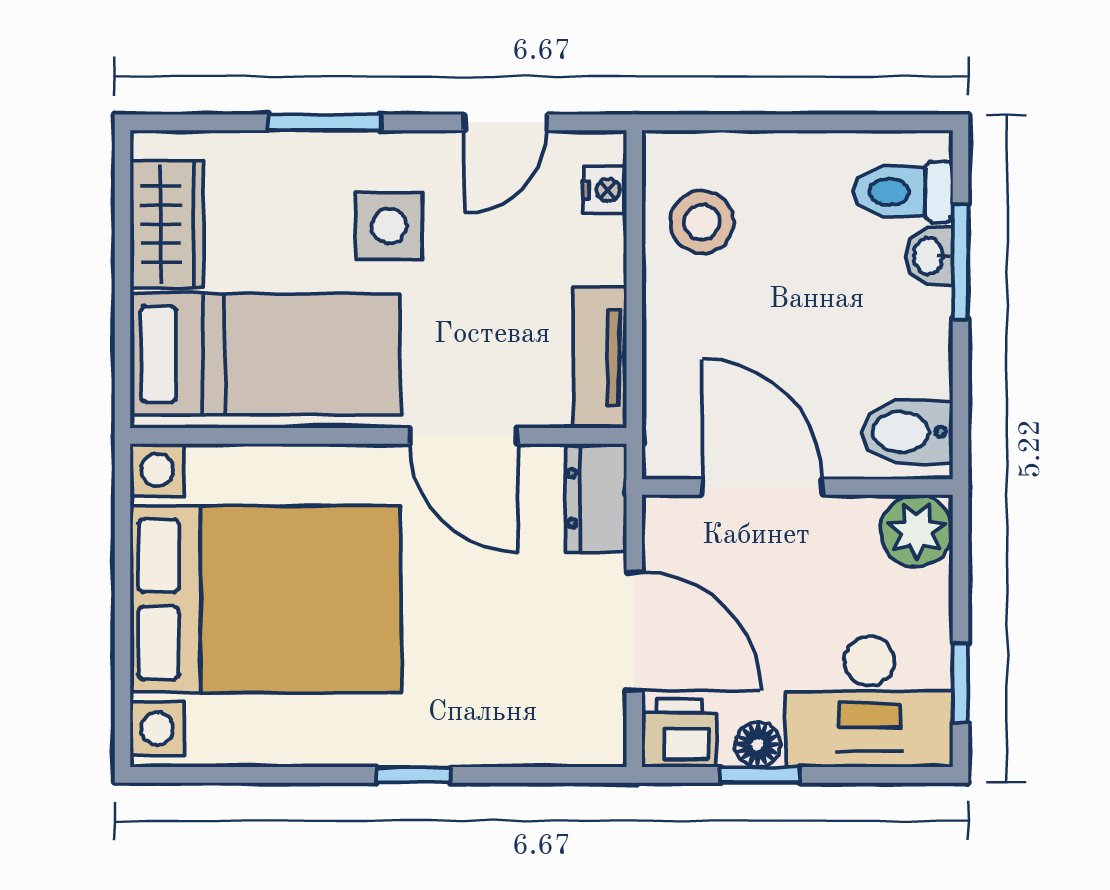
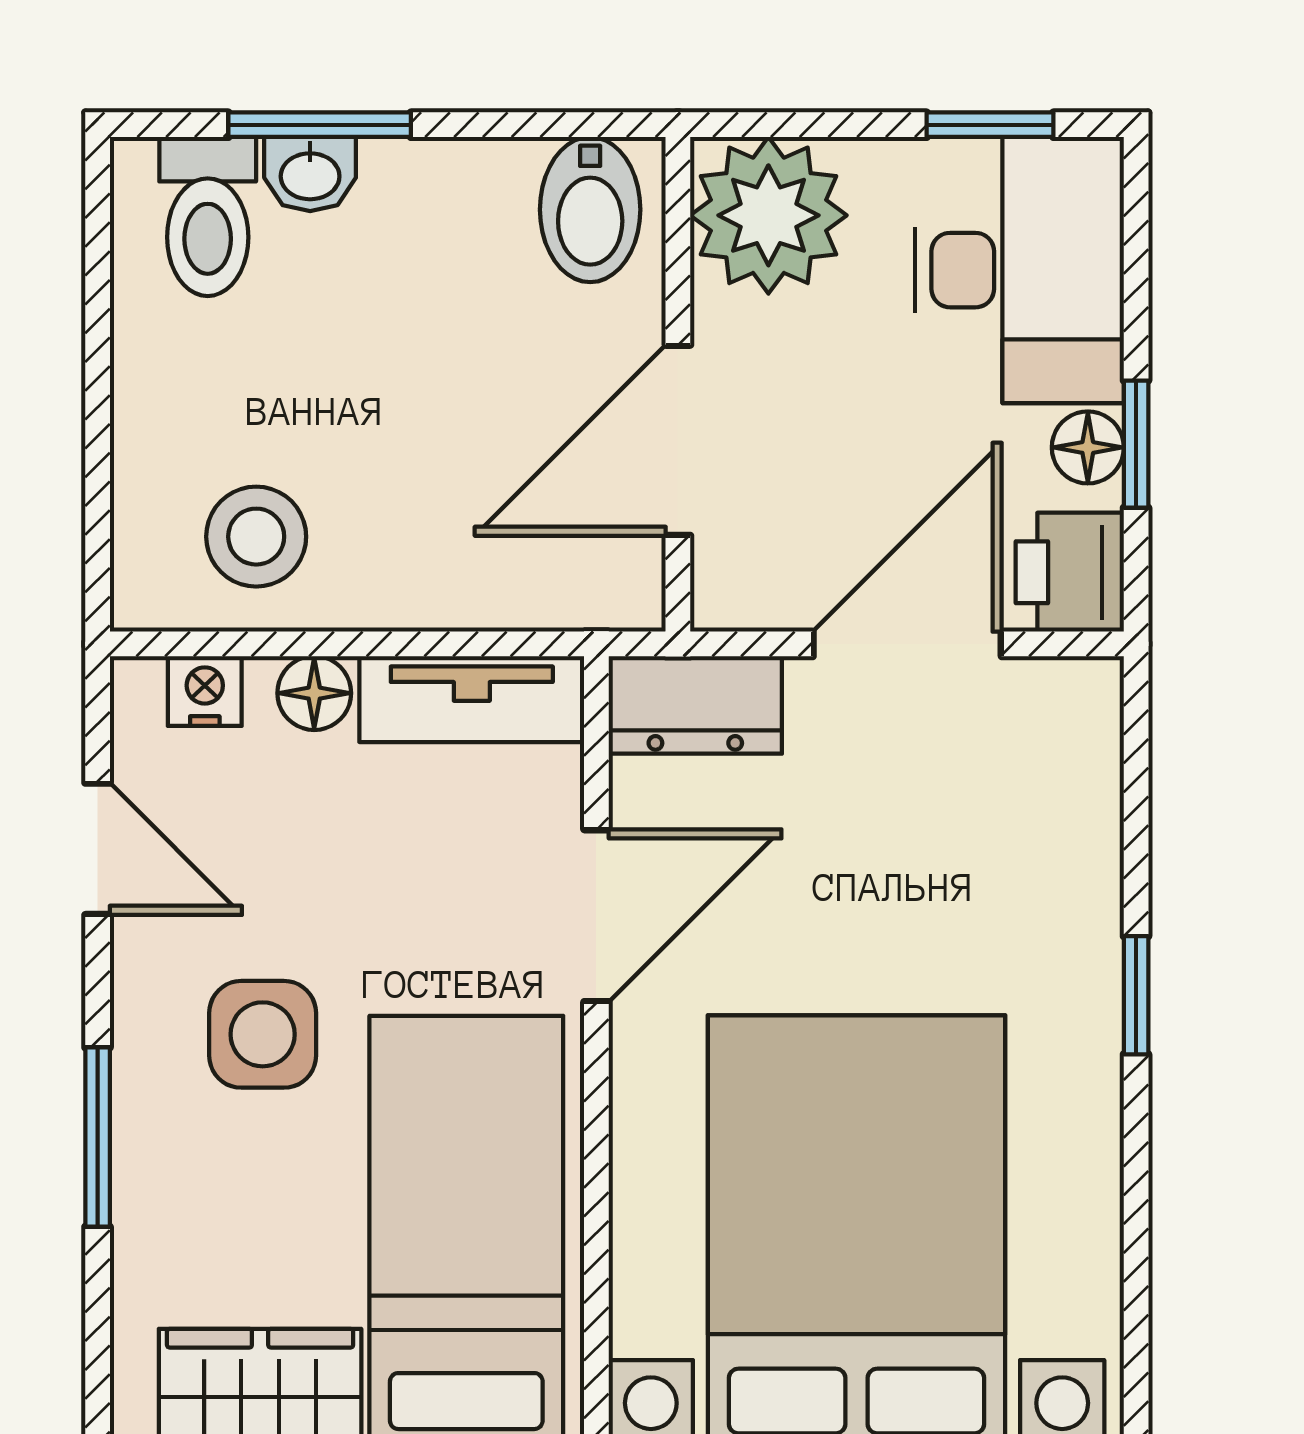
floor lamp: (603, 258) -> (314, 693), added
plant: (917, 531) -> (768, 215), width x1.36, depth x1.36

